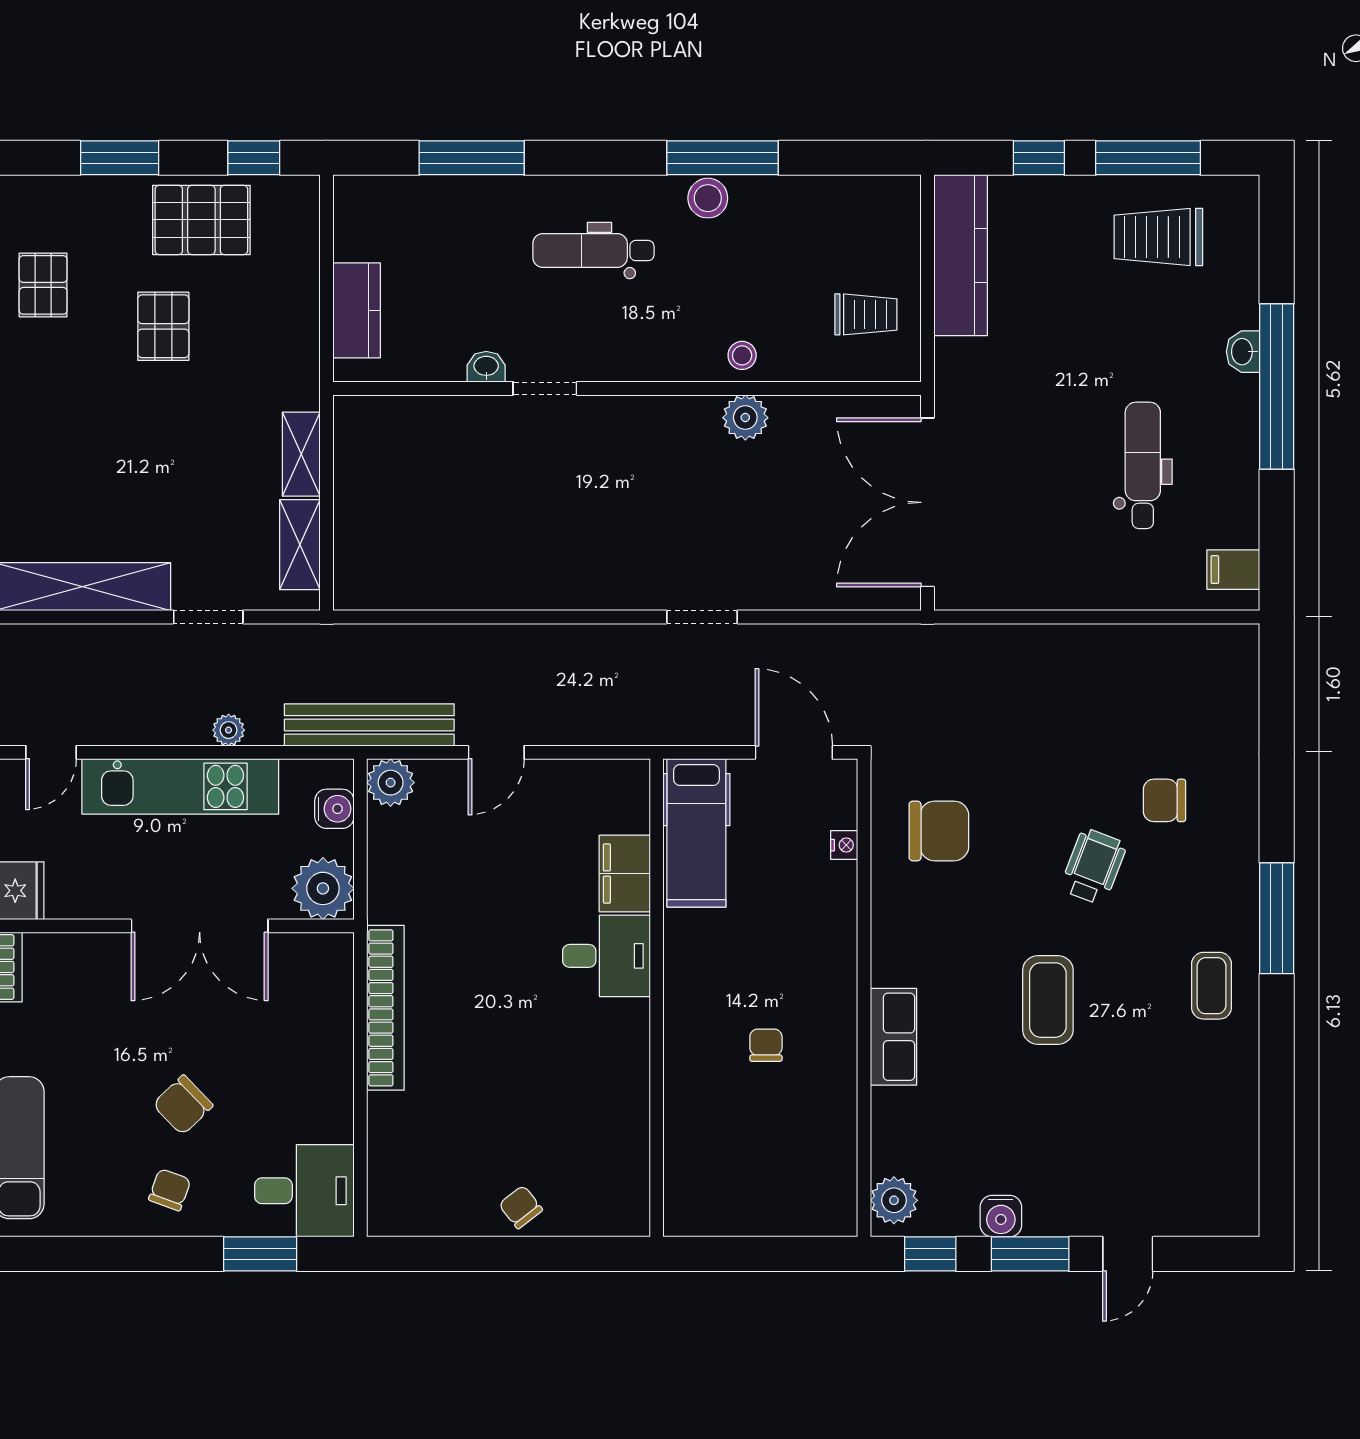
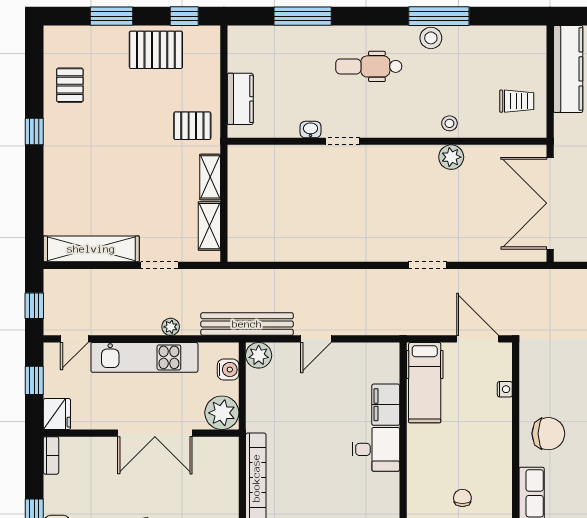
pallet: (163, 326) -> (192, 126), moved, turned 90
chair: (939, 831) -> (548, 434), moved

